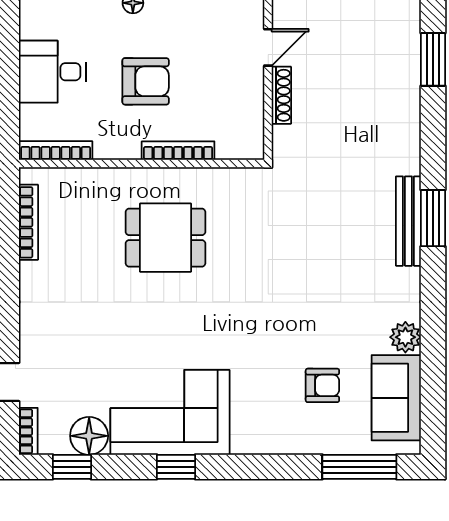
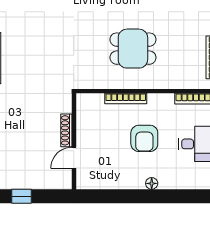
armchair: (146, 81) -> (144, 138), turned -90

